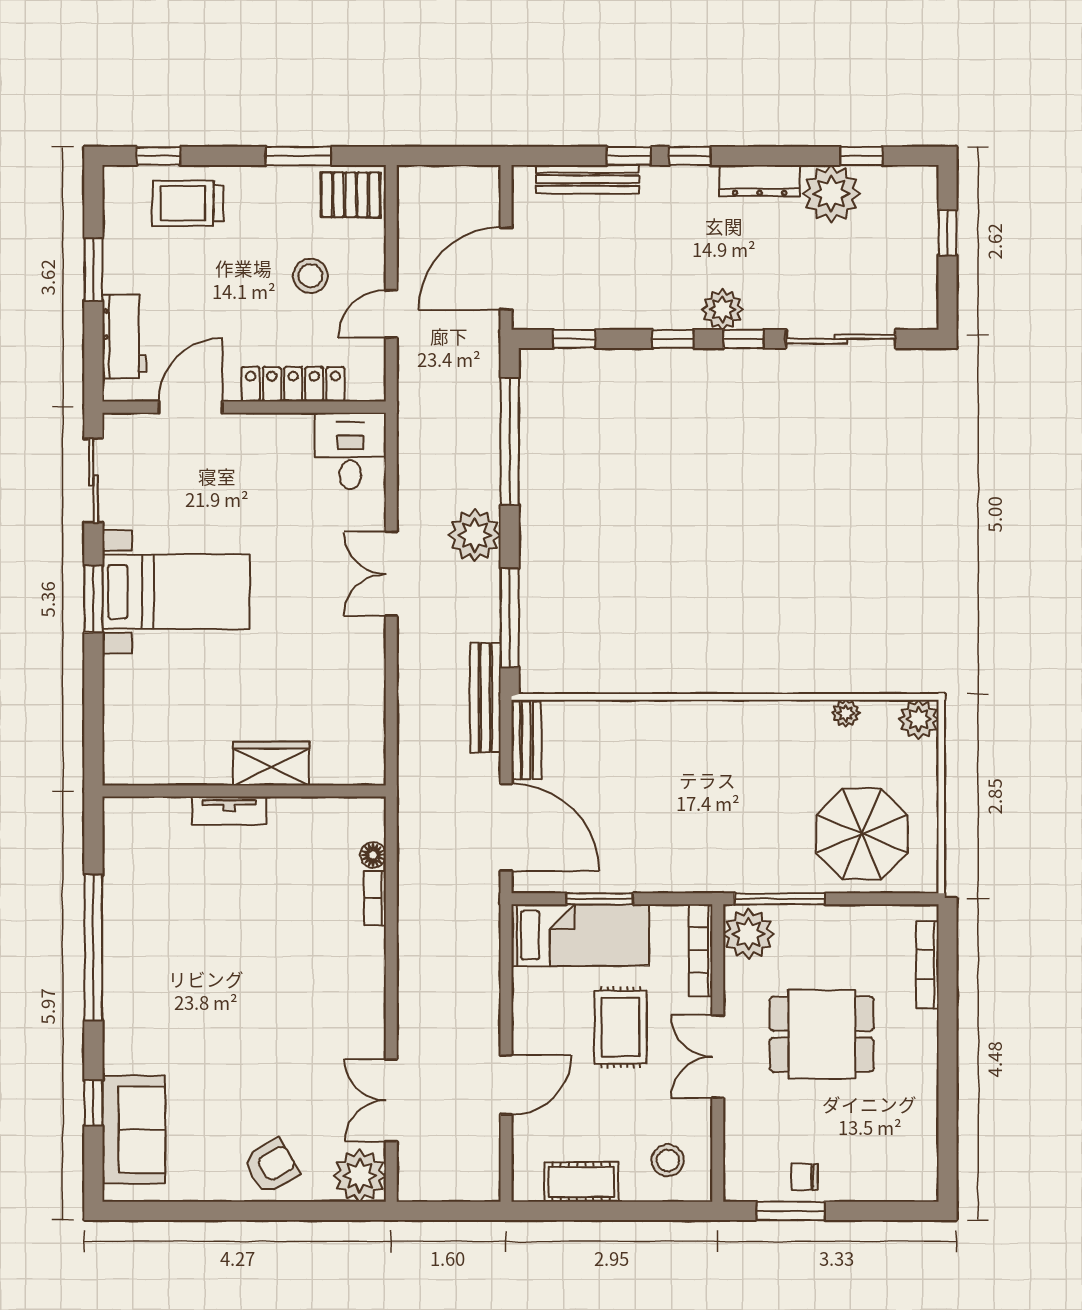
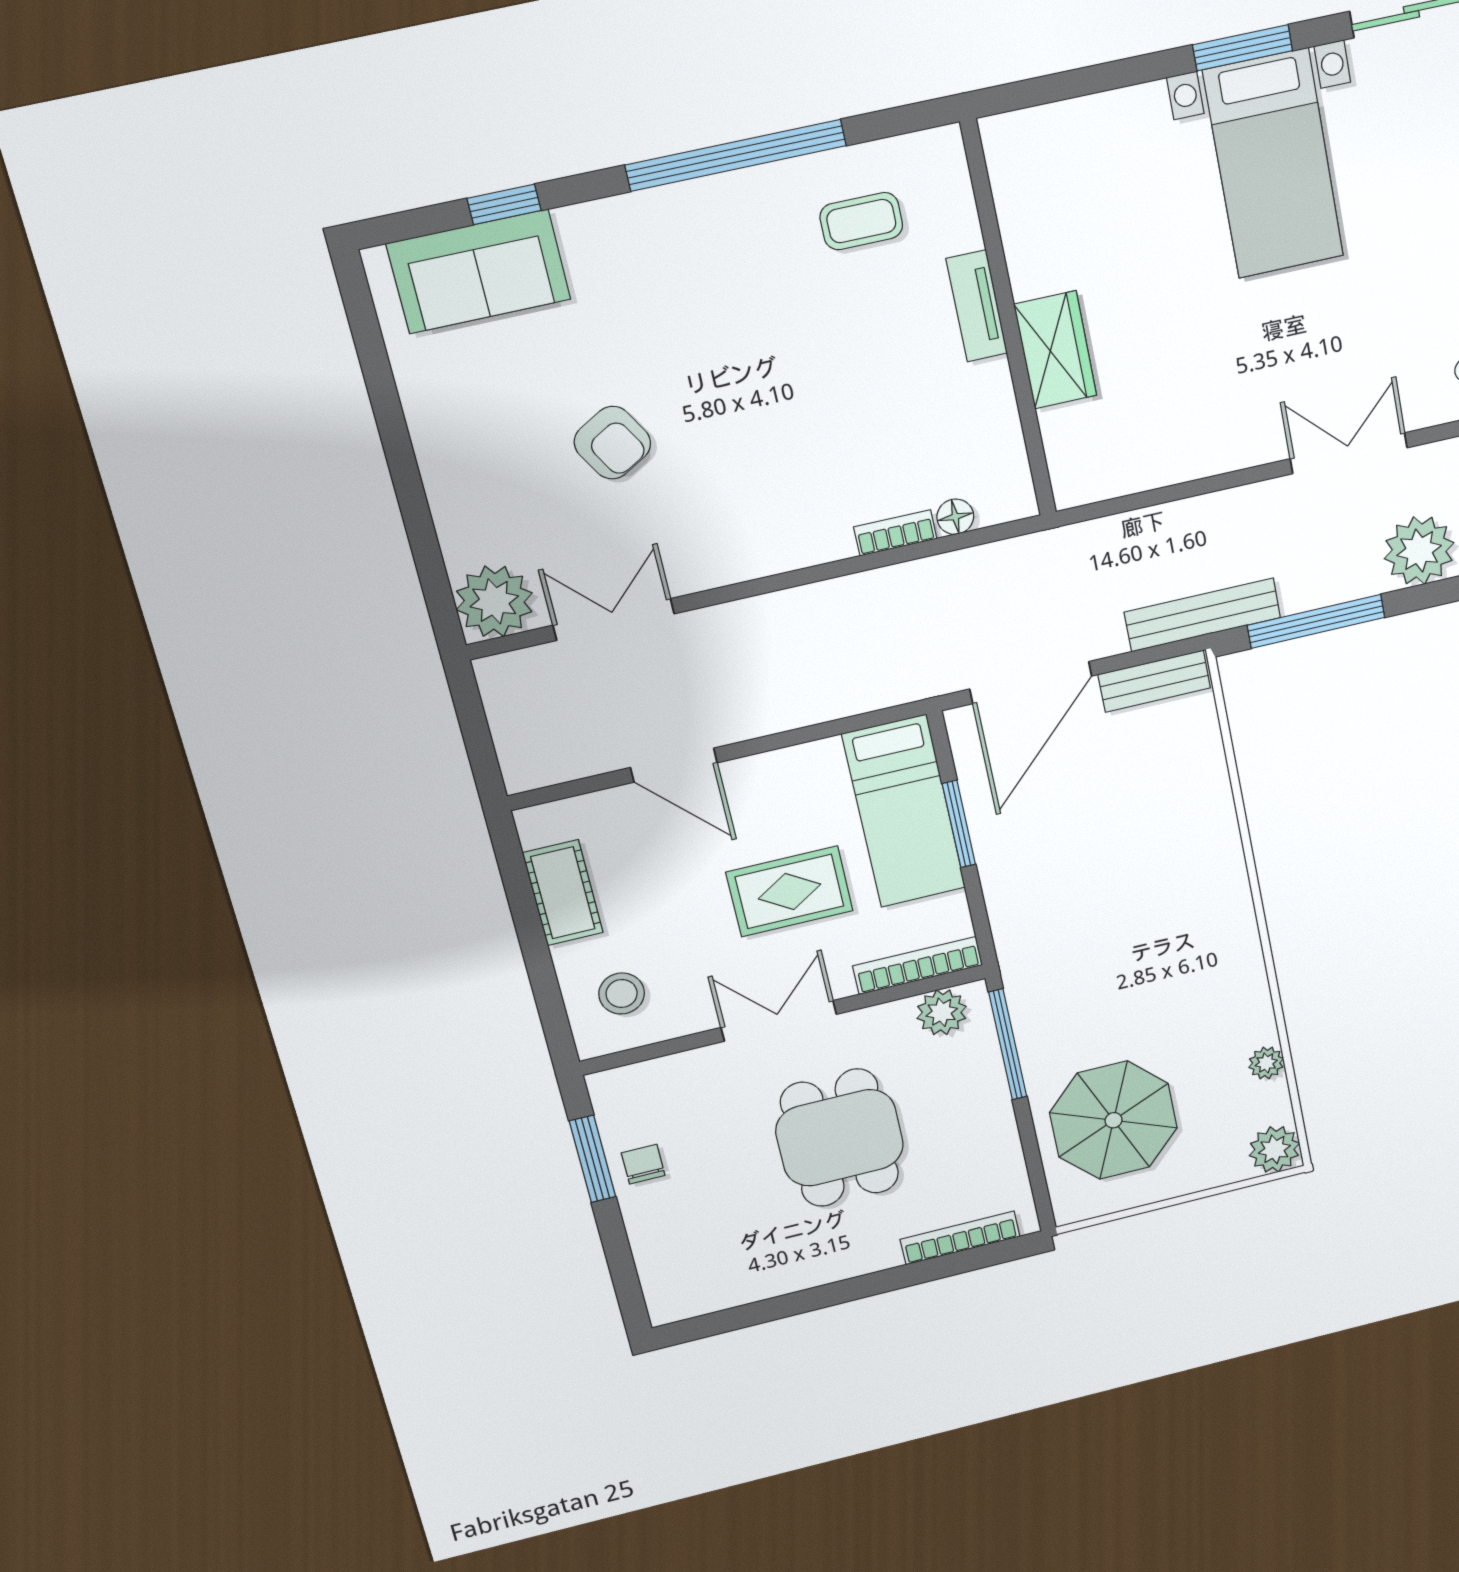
coffee table: (155, 875) -> (861, 221), added
plant: (749, 934) -> (942, 1012), width x0.73, depth x0.73
armchair: (271, 1166) -> (612, 443), moved

